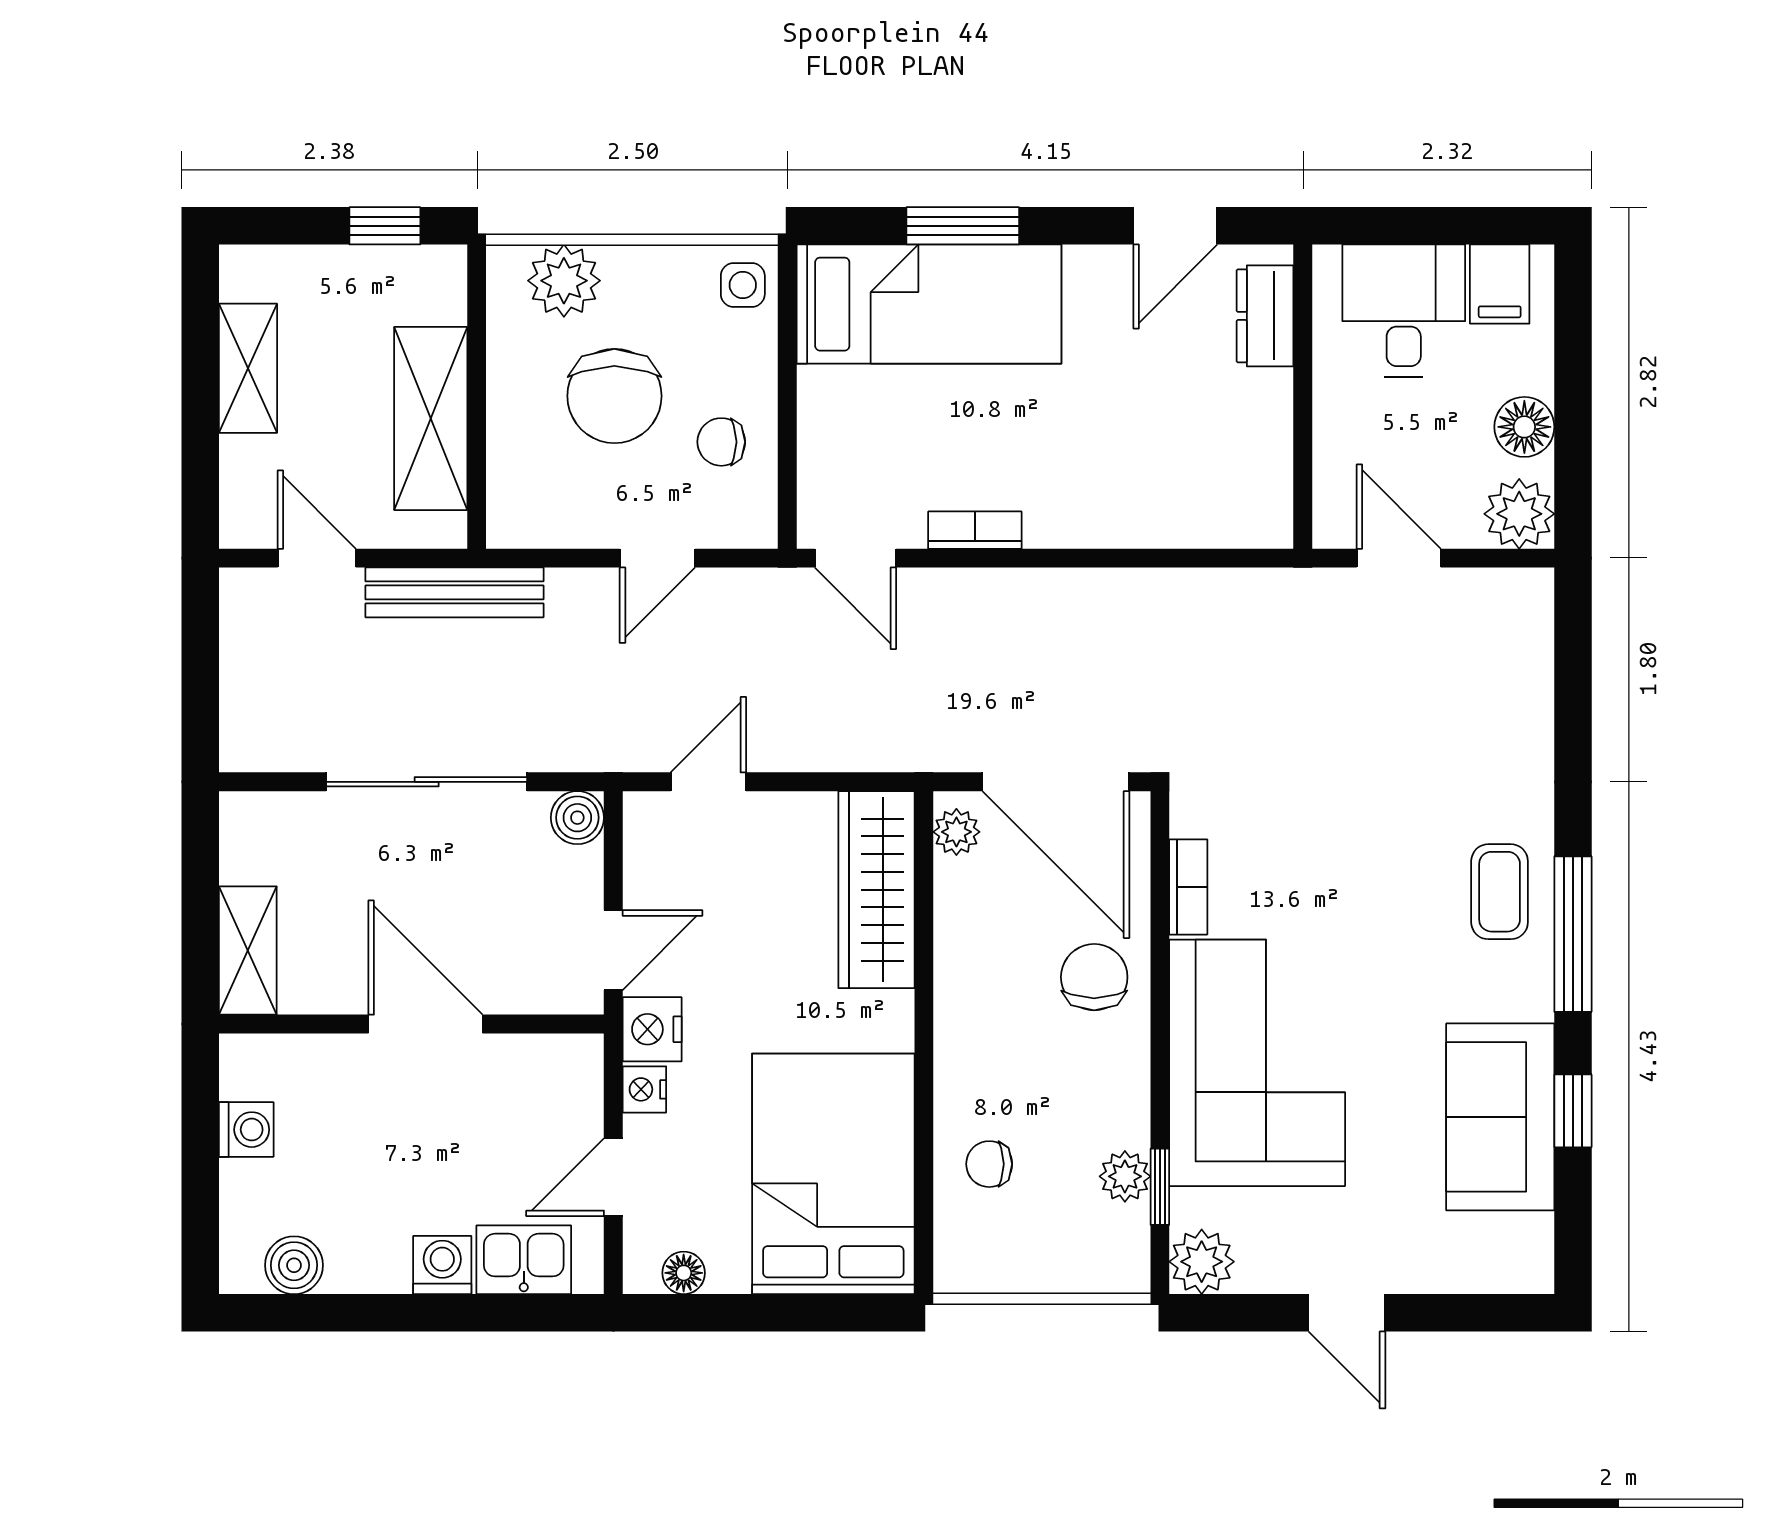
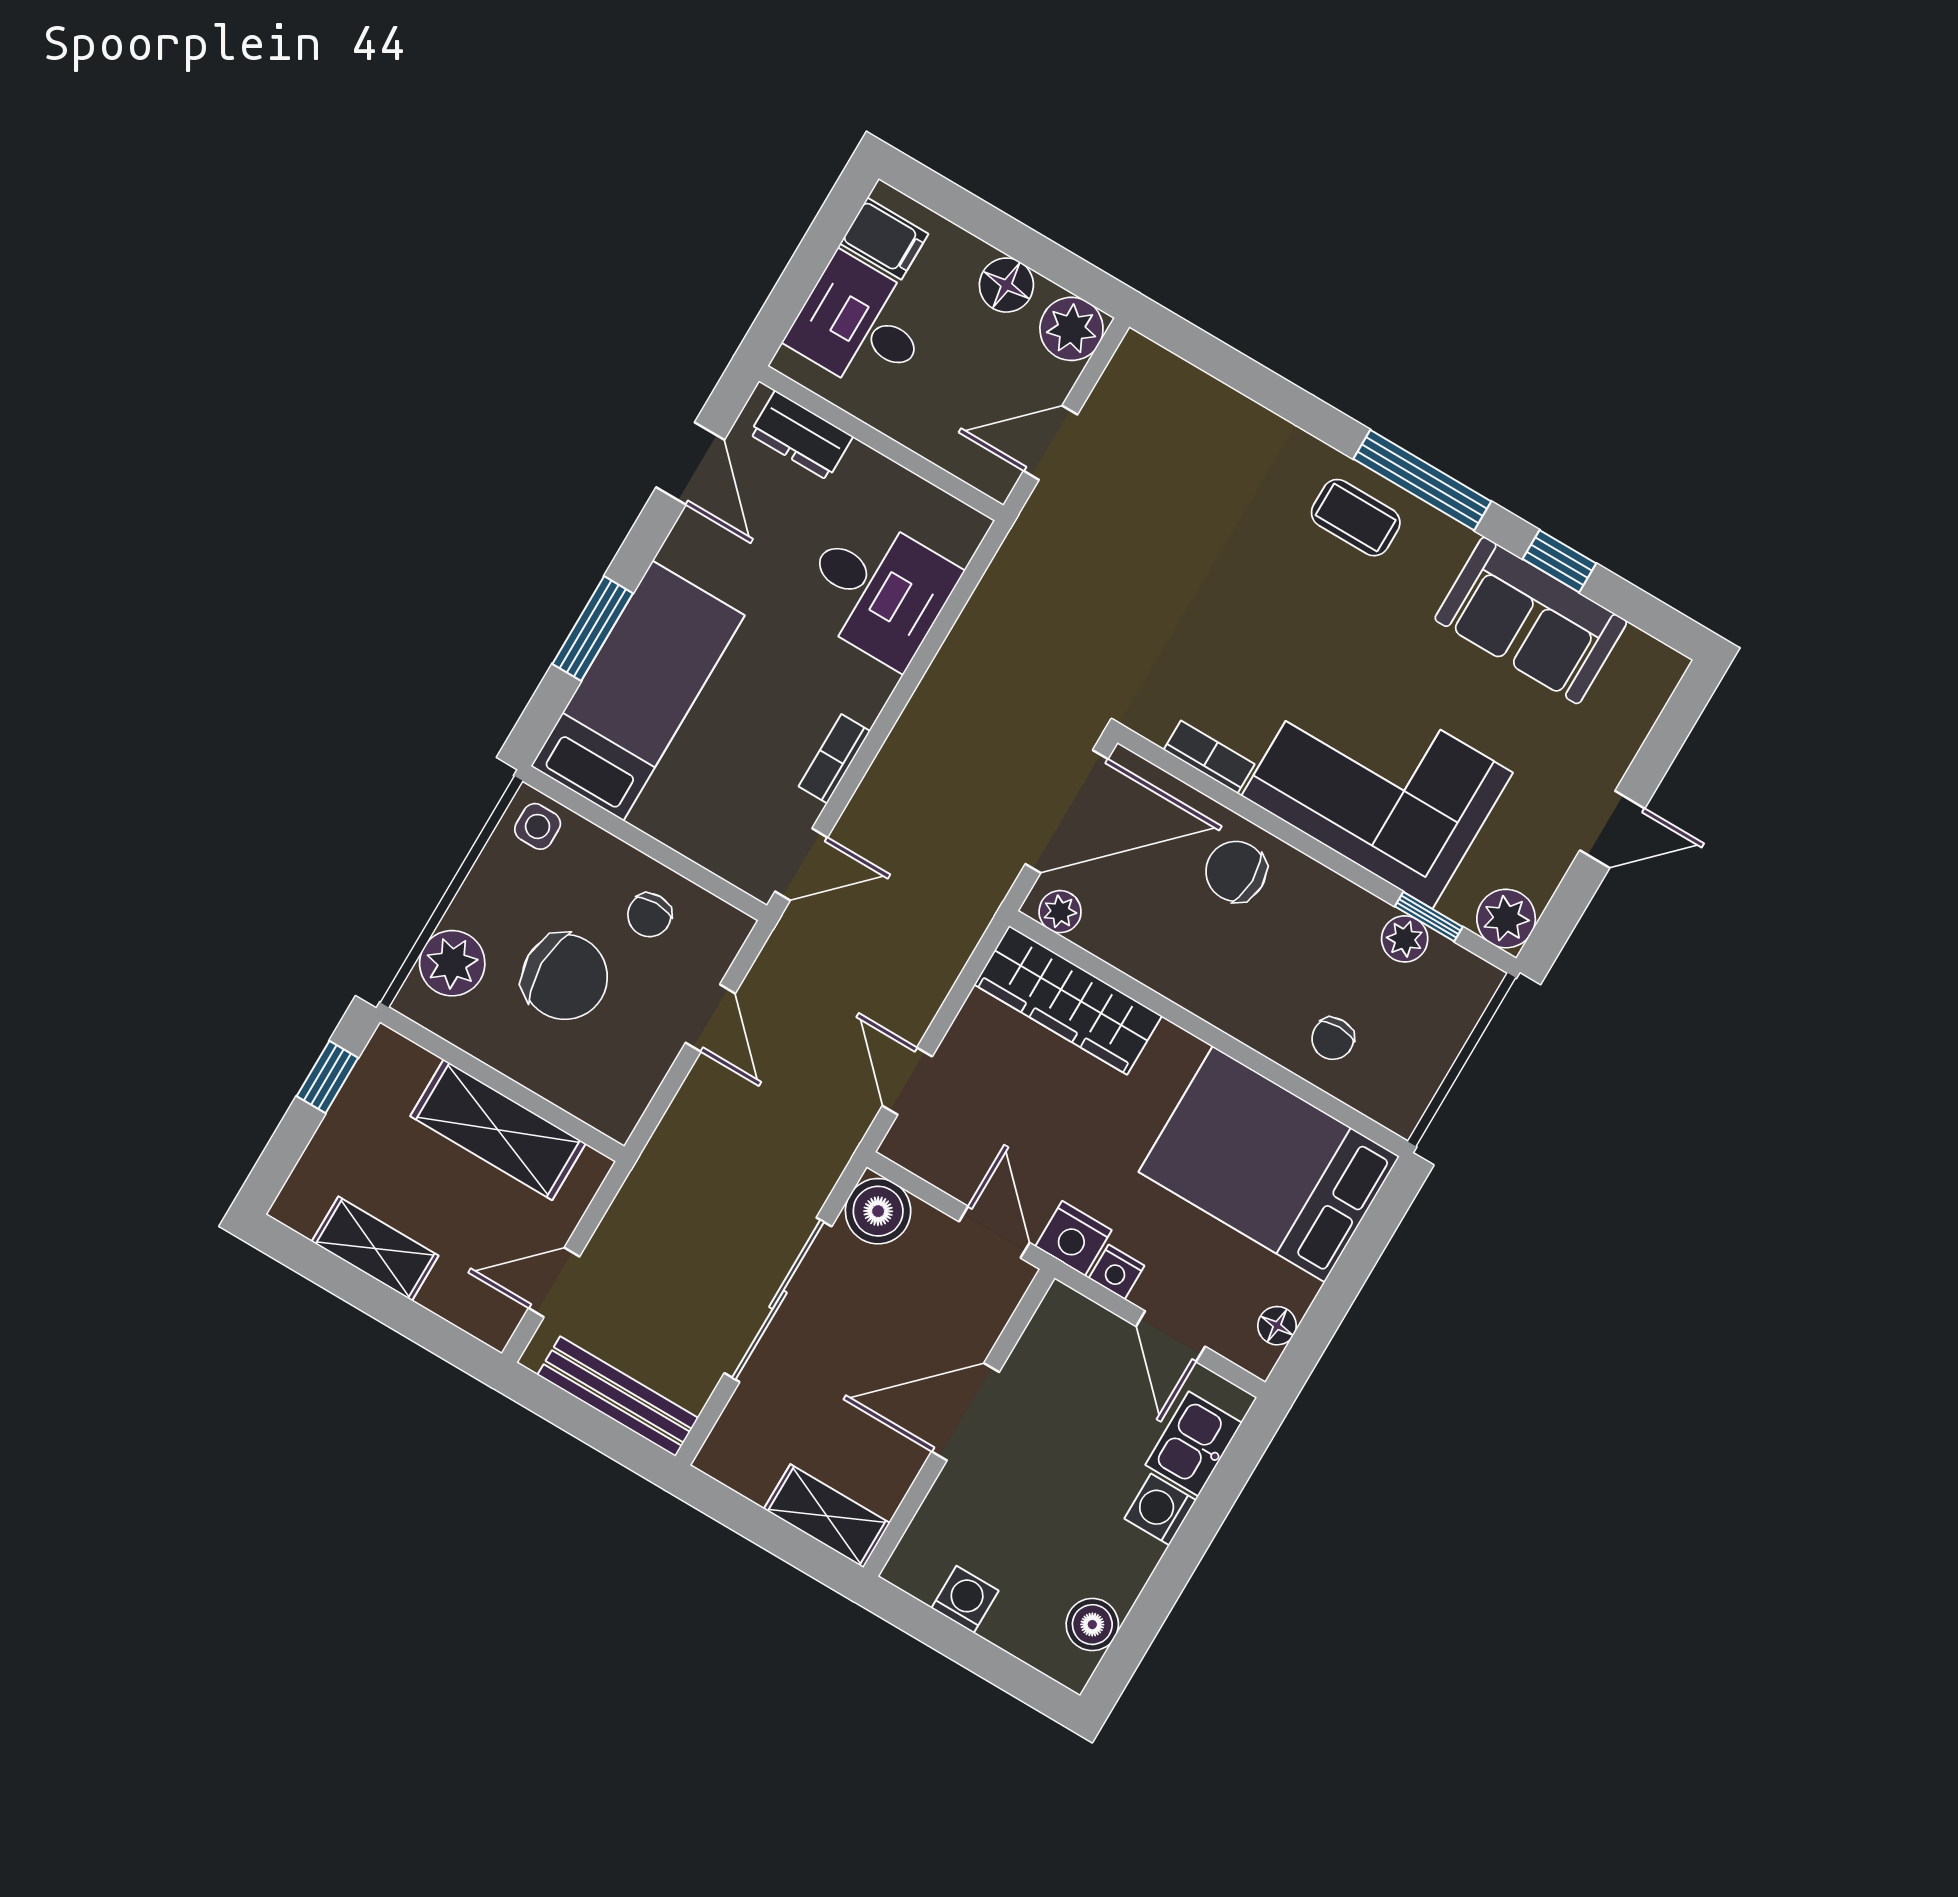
desk: (1161, 476) -> (878, 589), added
bench: (455, 592) -> (618, 1396), moved, turned 90
boiler: (577, 818) -> (878, 1211), width x1.36, depth x1.36

